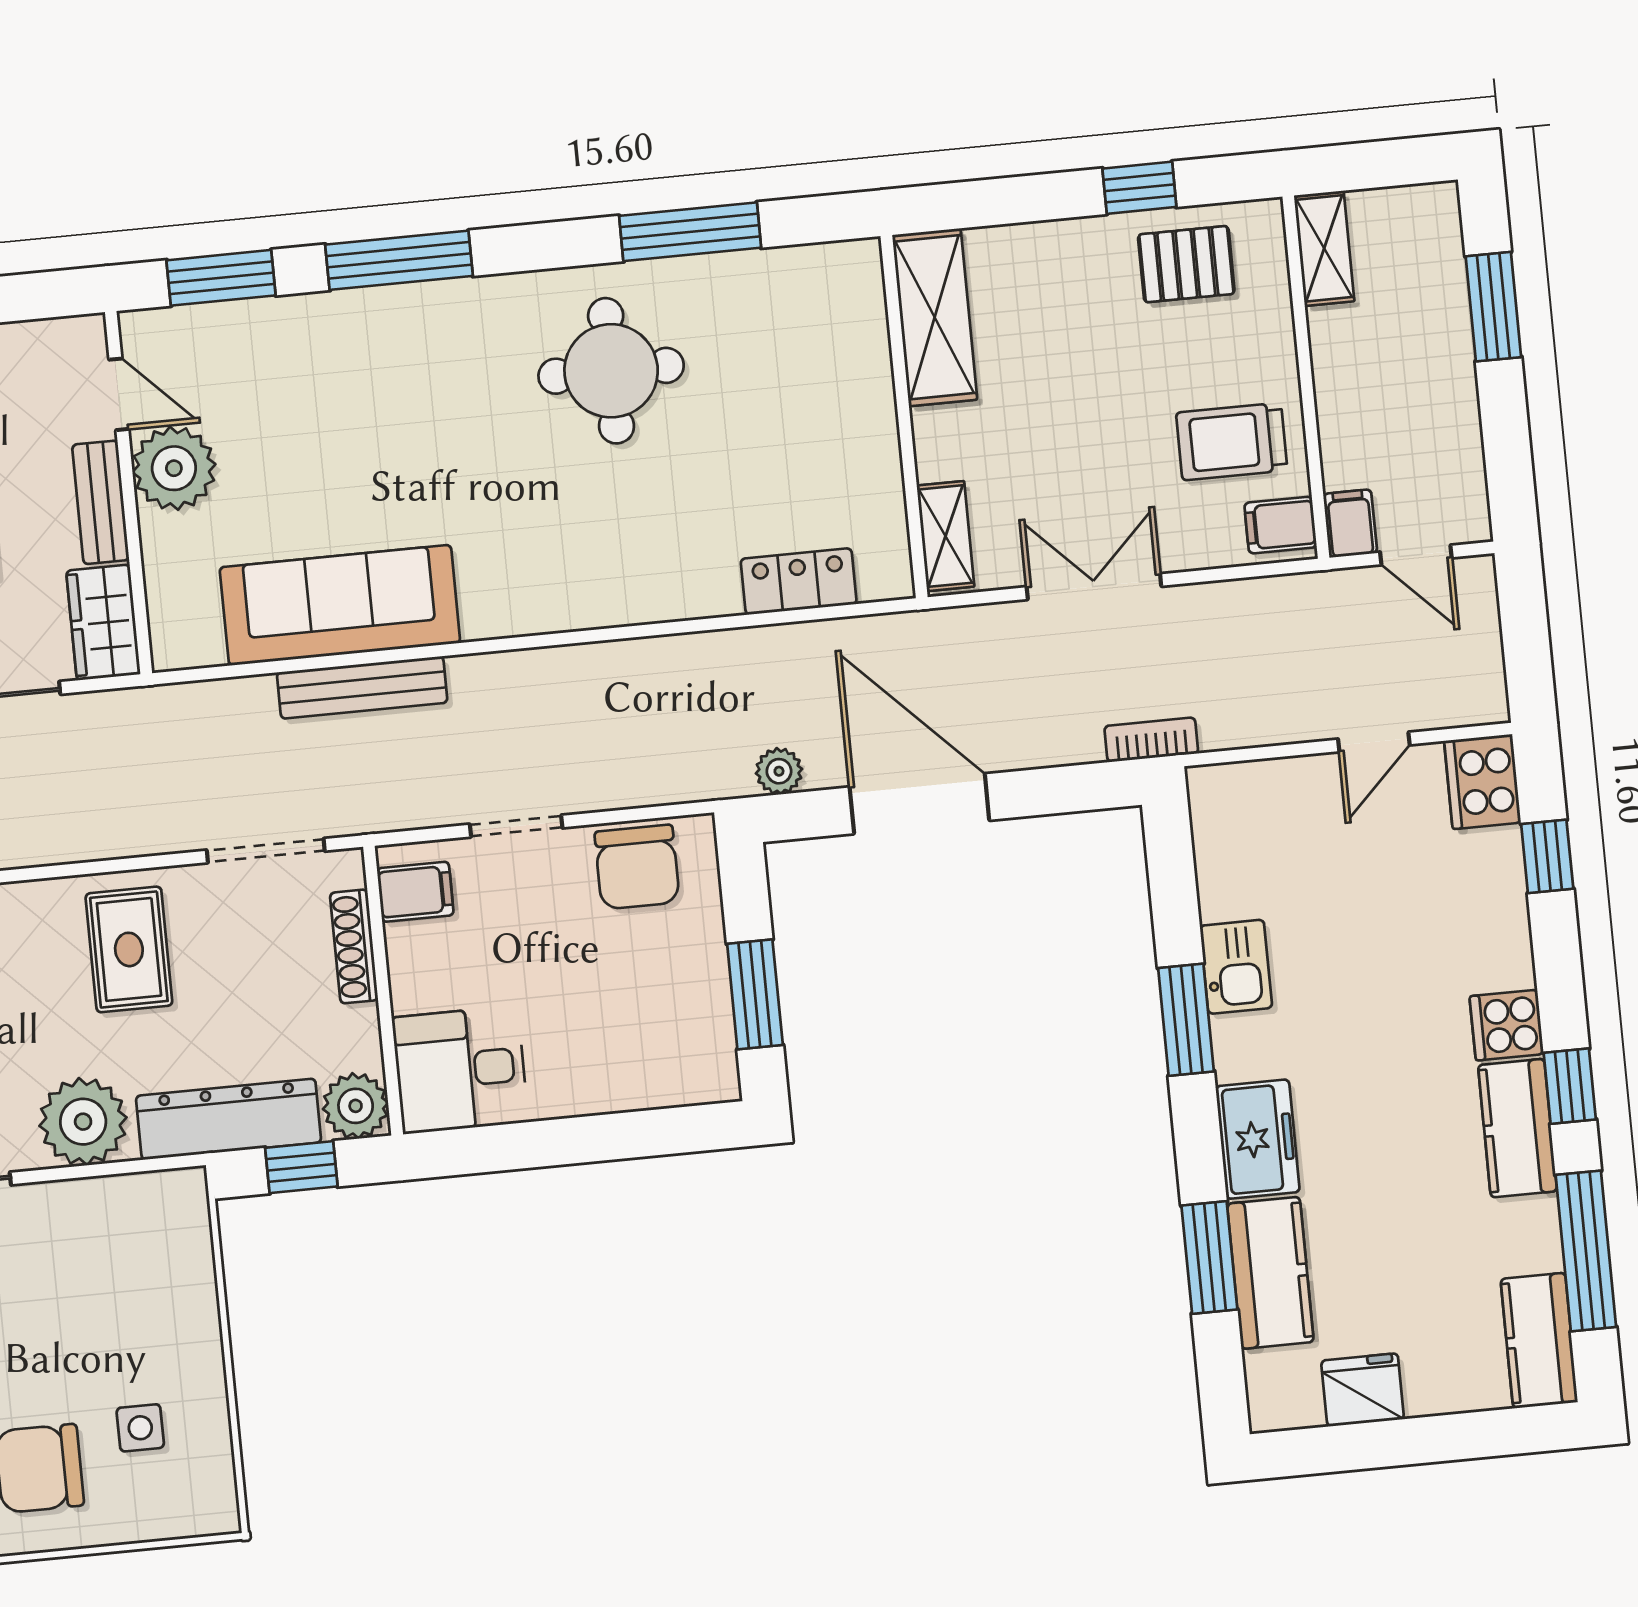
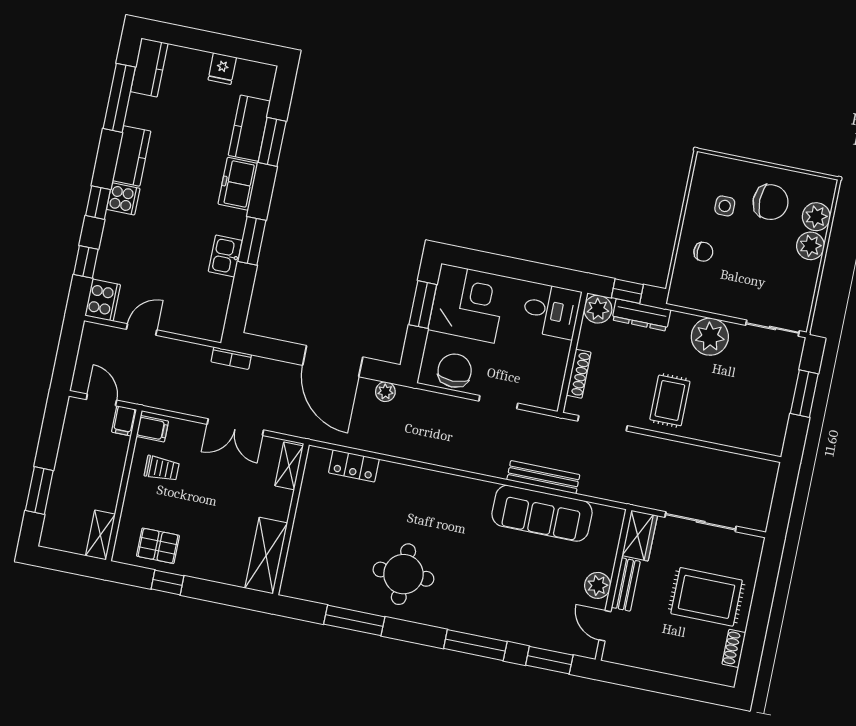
trolley: (1232, 442) -> (162, 469), width x0.73, depth x0.72
plant: (174, 468) -> (598, 585), width x0.73, depth x0.73
filing cabinet: (415, 892) -> (547, 388), removed
corner desk: (655, 1029) -> (468, 303), added
window: (1570, 1086) -> (98, 203), moved
dresser: (229, 1119) -> (641, 315), width x0.73, depth x0.80
chair: (157, 1309) -> (703, 252), added
fridge: (1363, 1390) -> (222, 69), width x0.72

